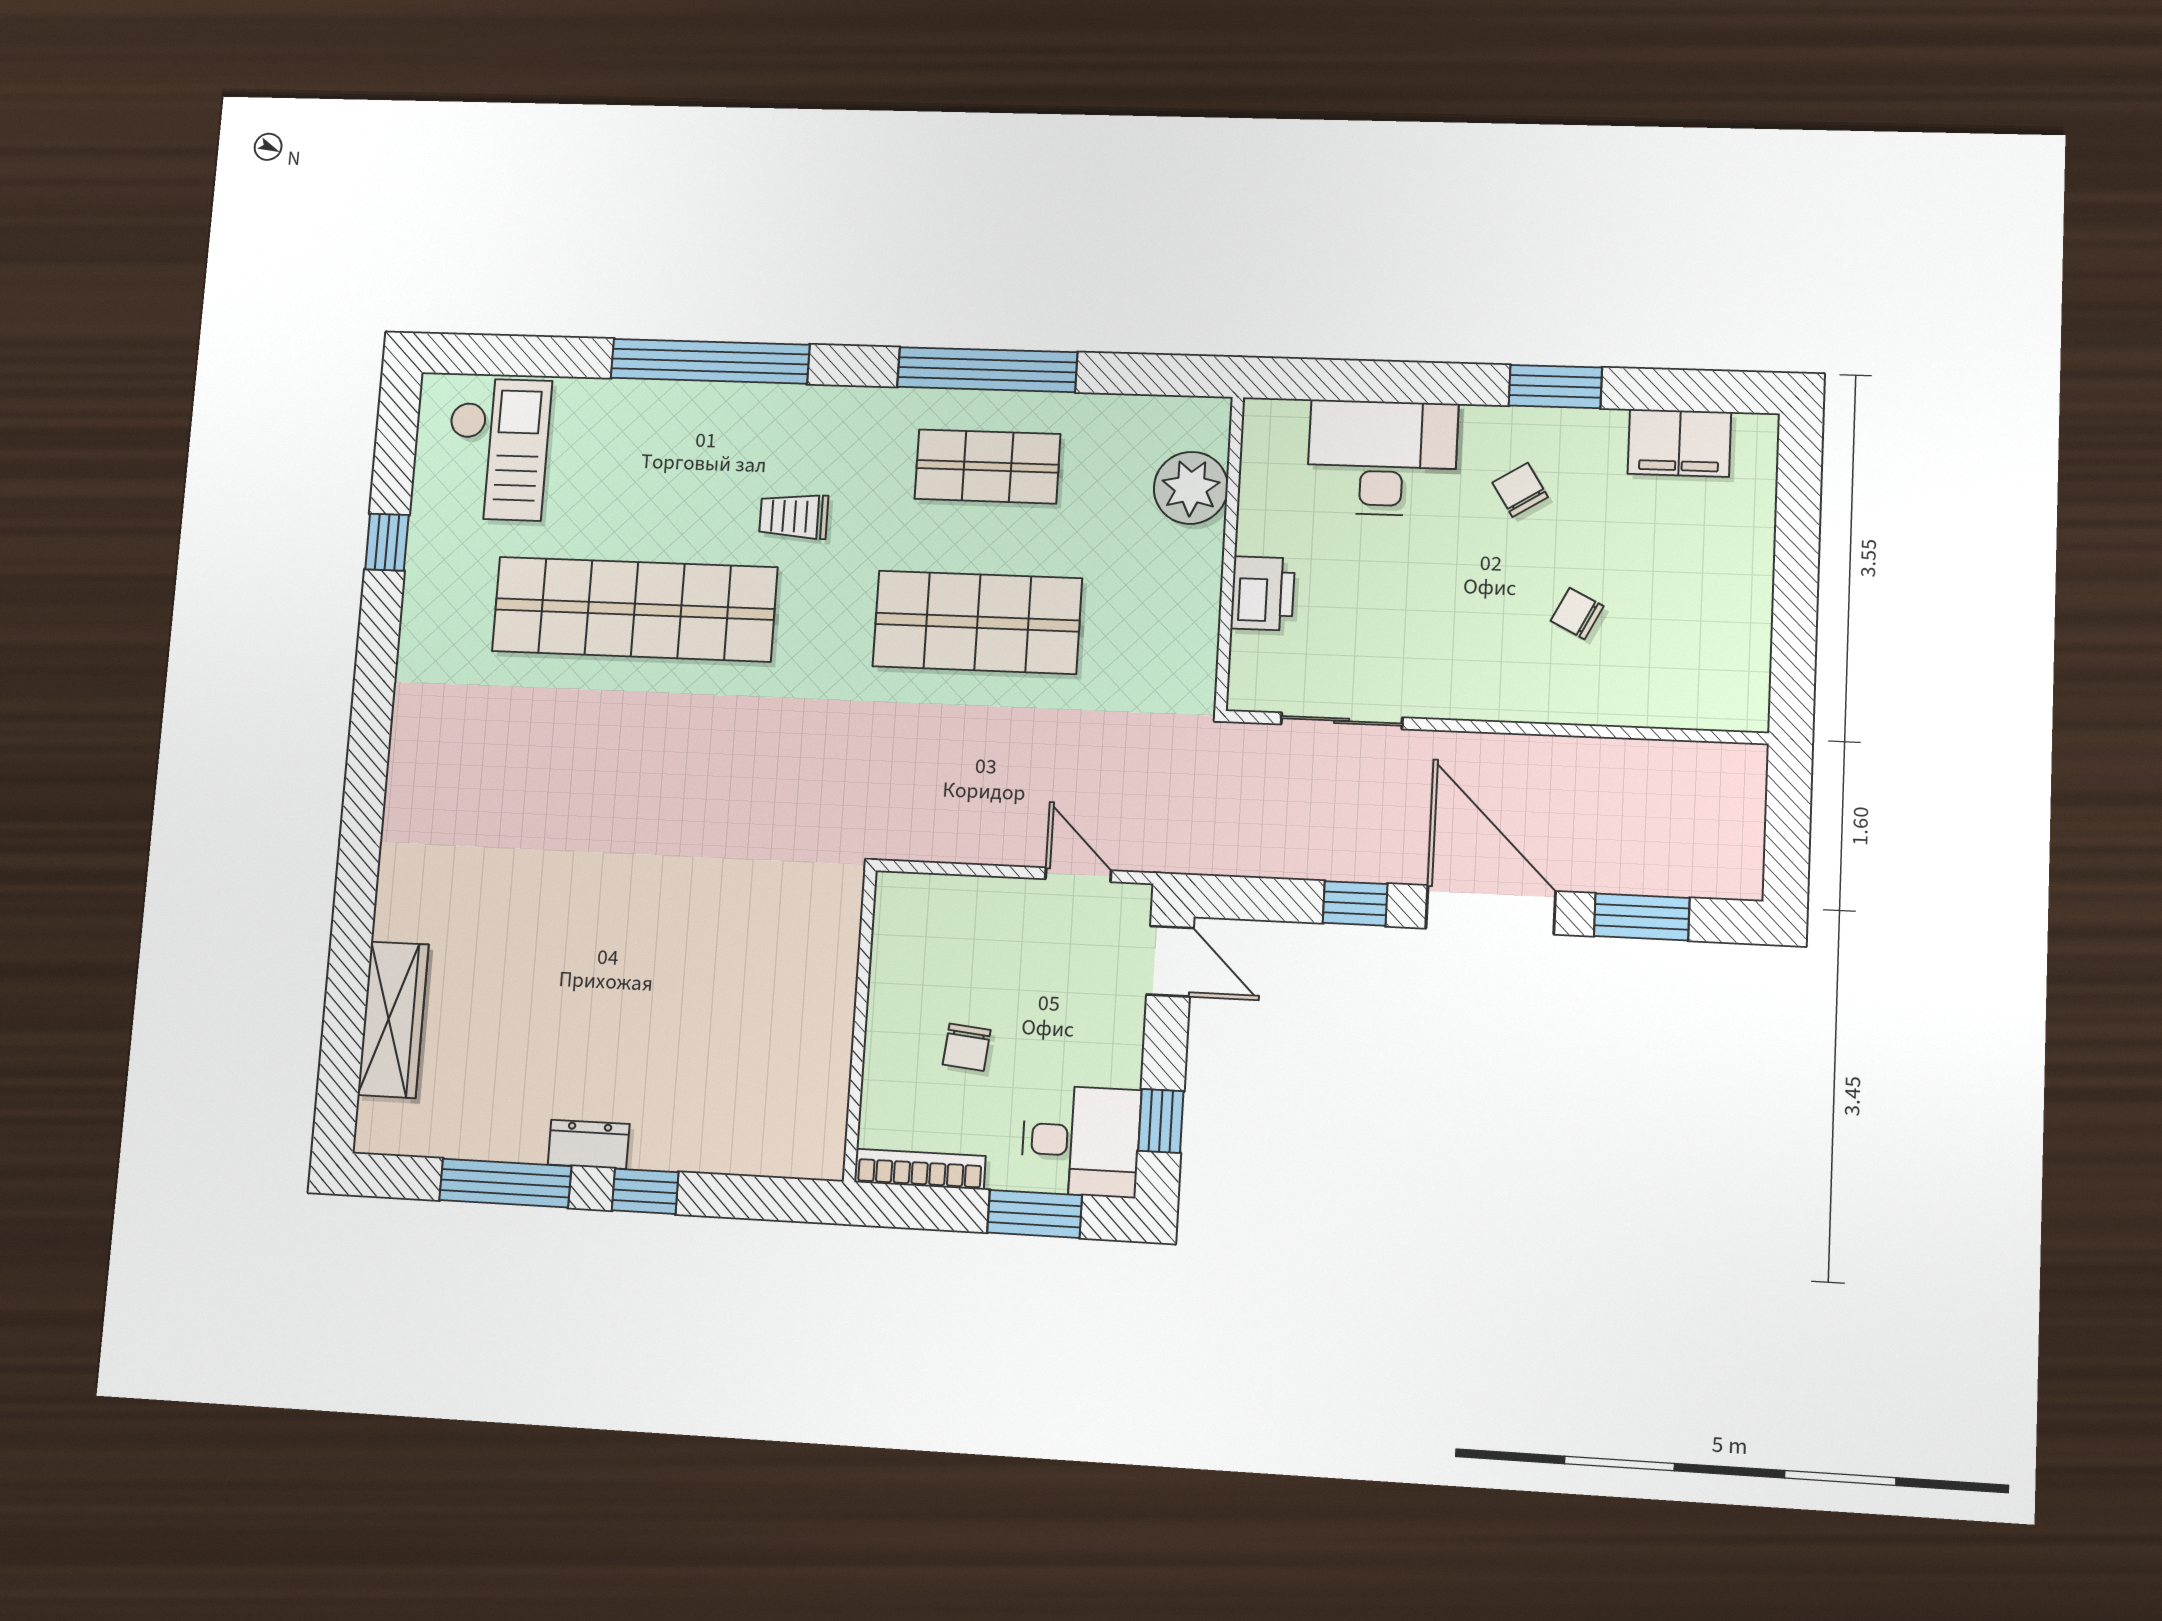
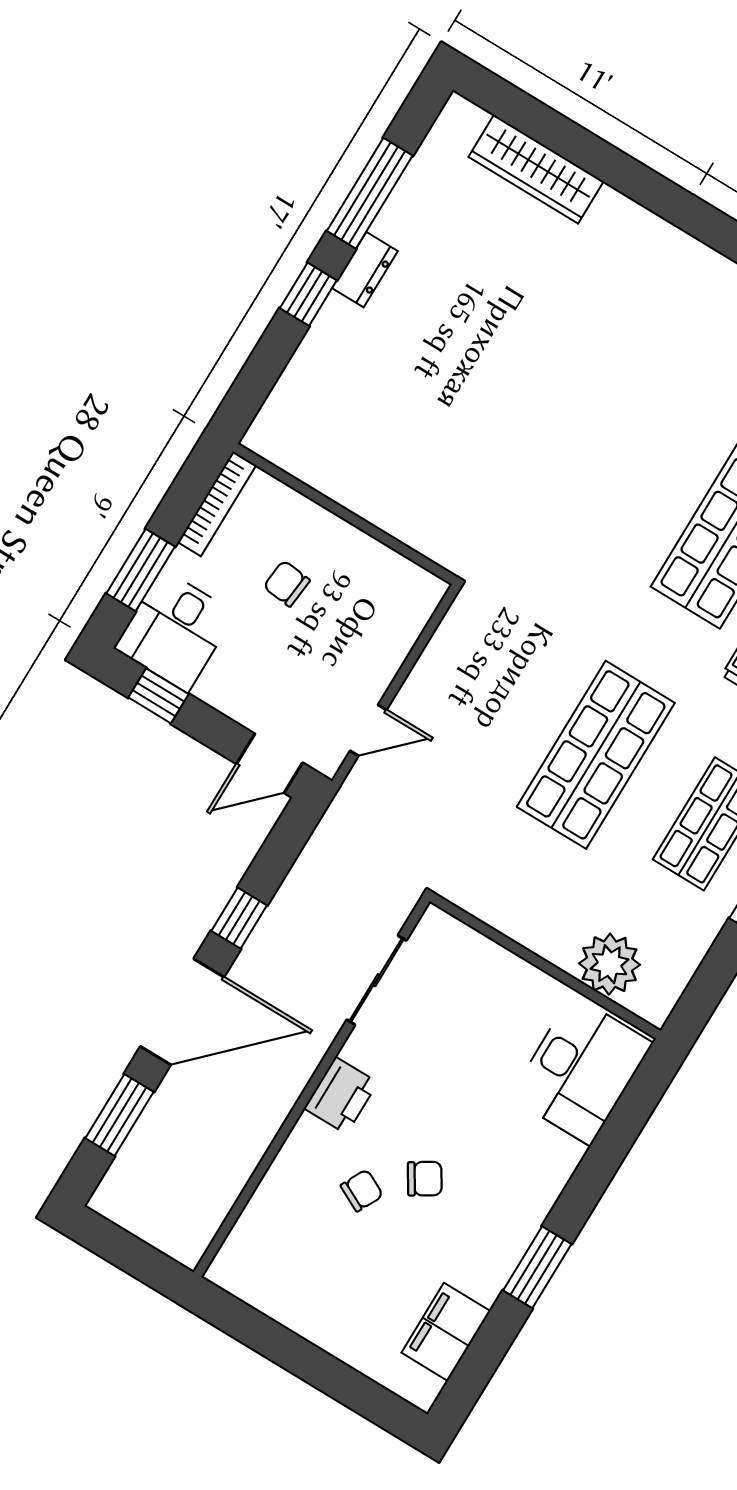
desk: (1382, 458) -> (581, 1070), moved
chair: (1520, 490) -> (425, 1179), moved
printer: (1263, 593) -> (341, 1095), moved, turned -90

